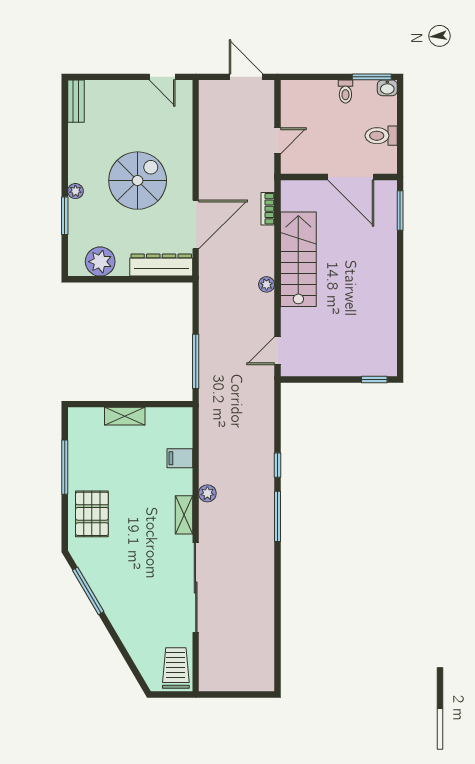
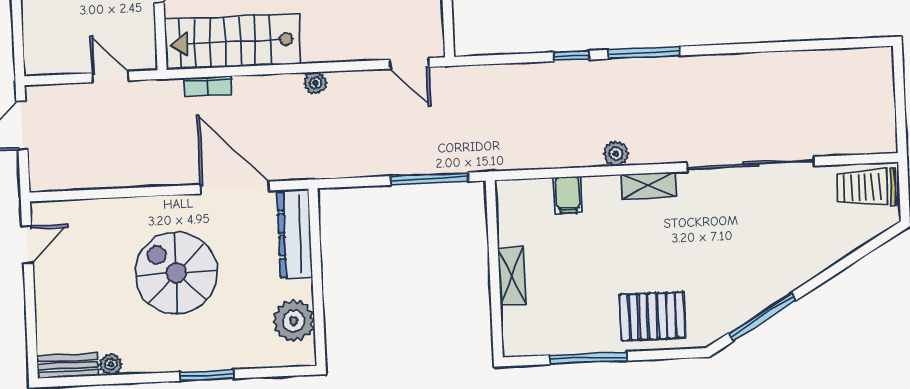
plant: (75, 191) -> (111, 364), moved
window: (65, 216) -> (207, 375), moved
stairs: (298, 259) -> (232, 42), moved

